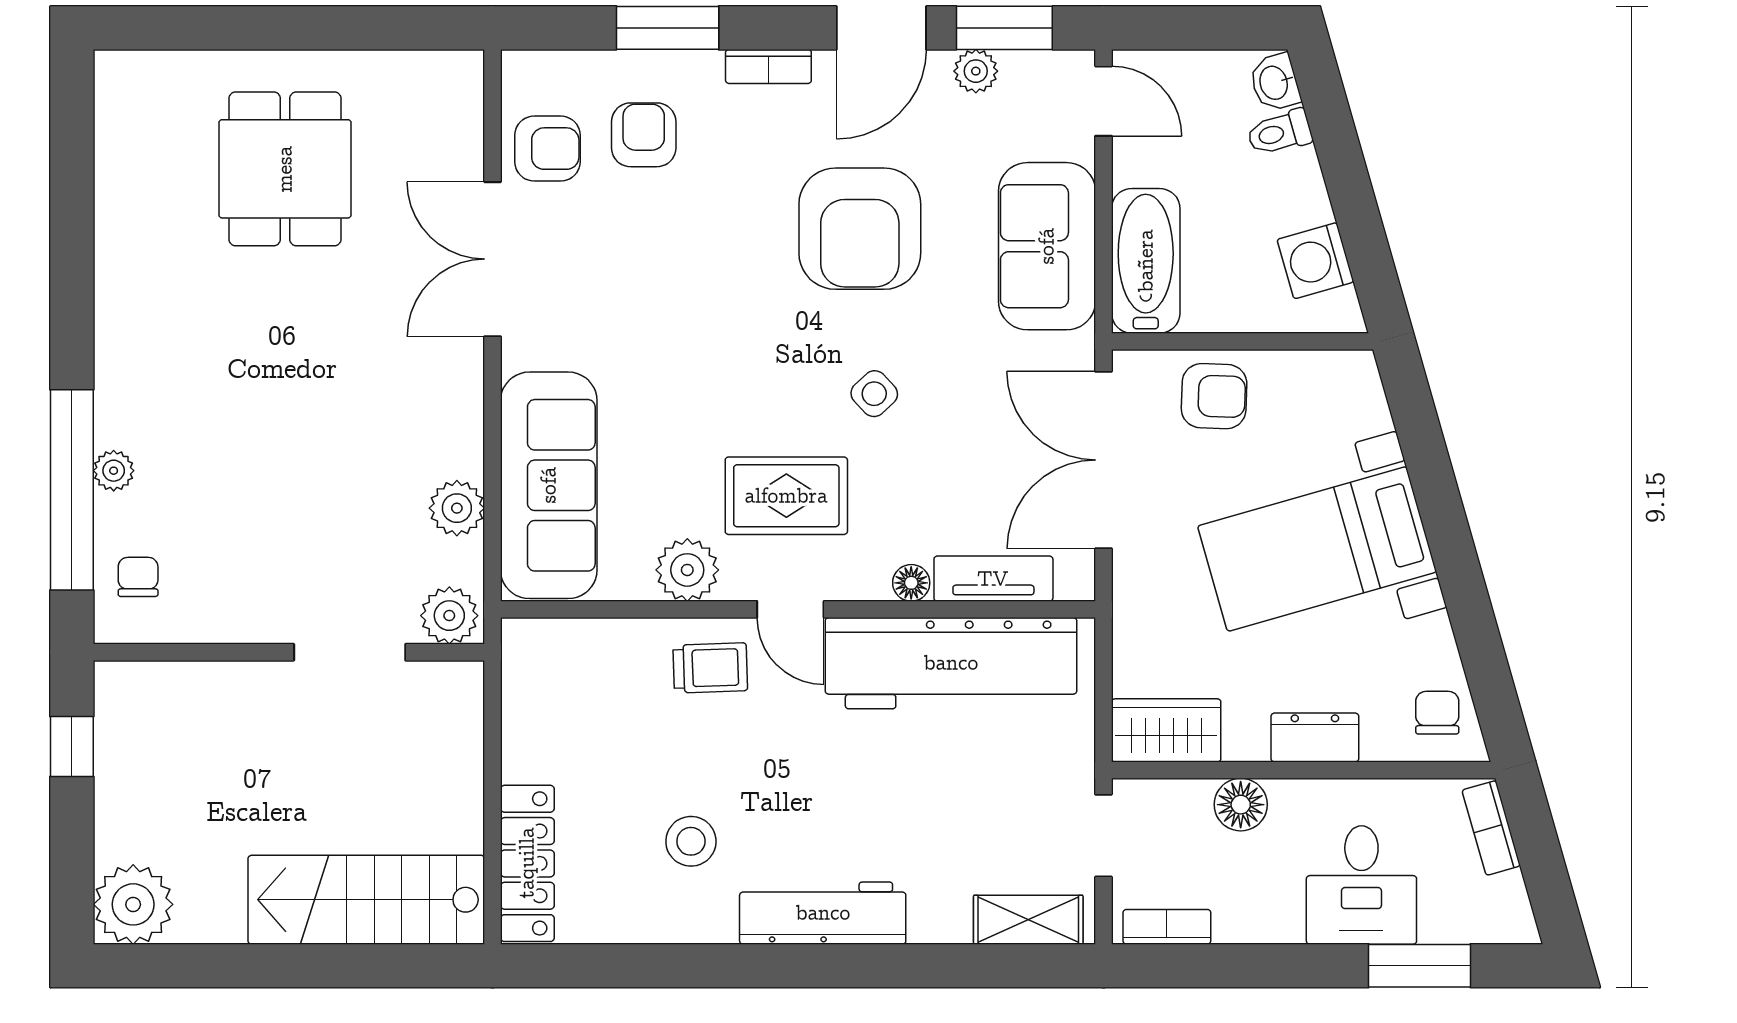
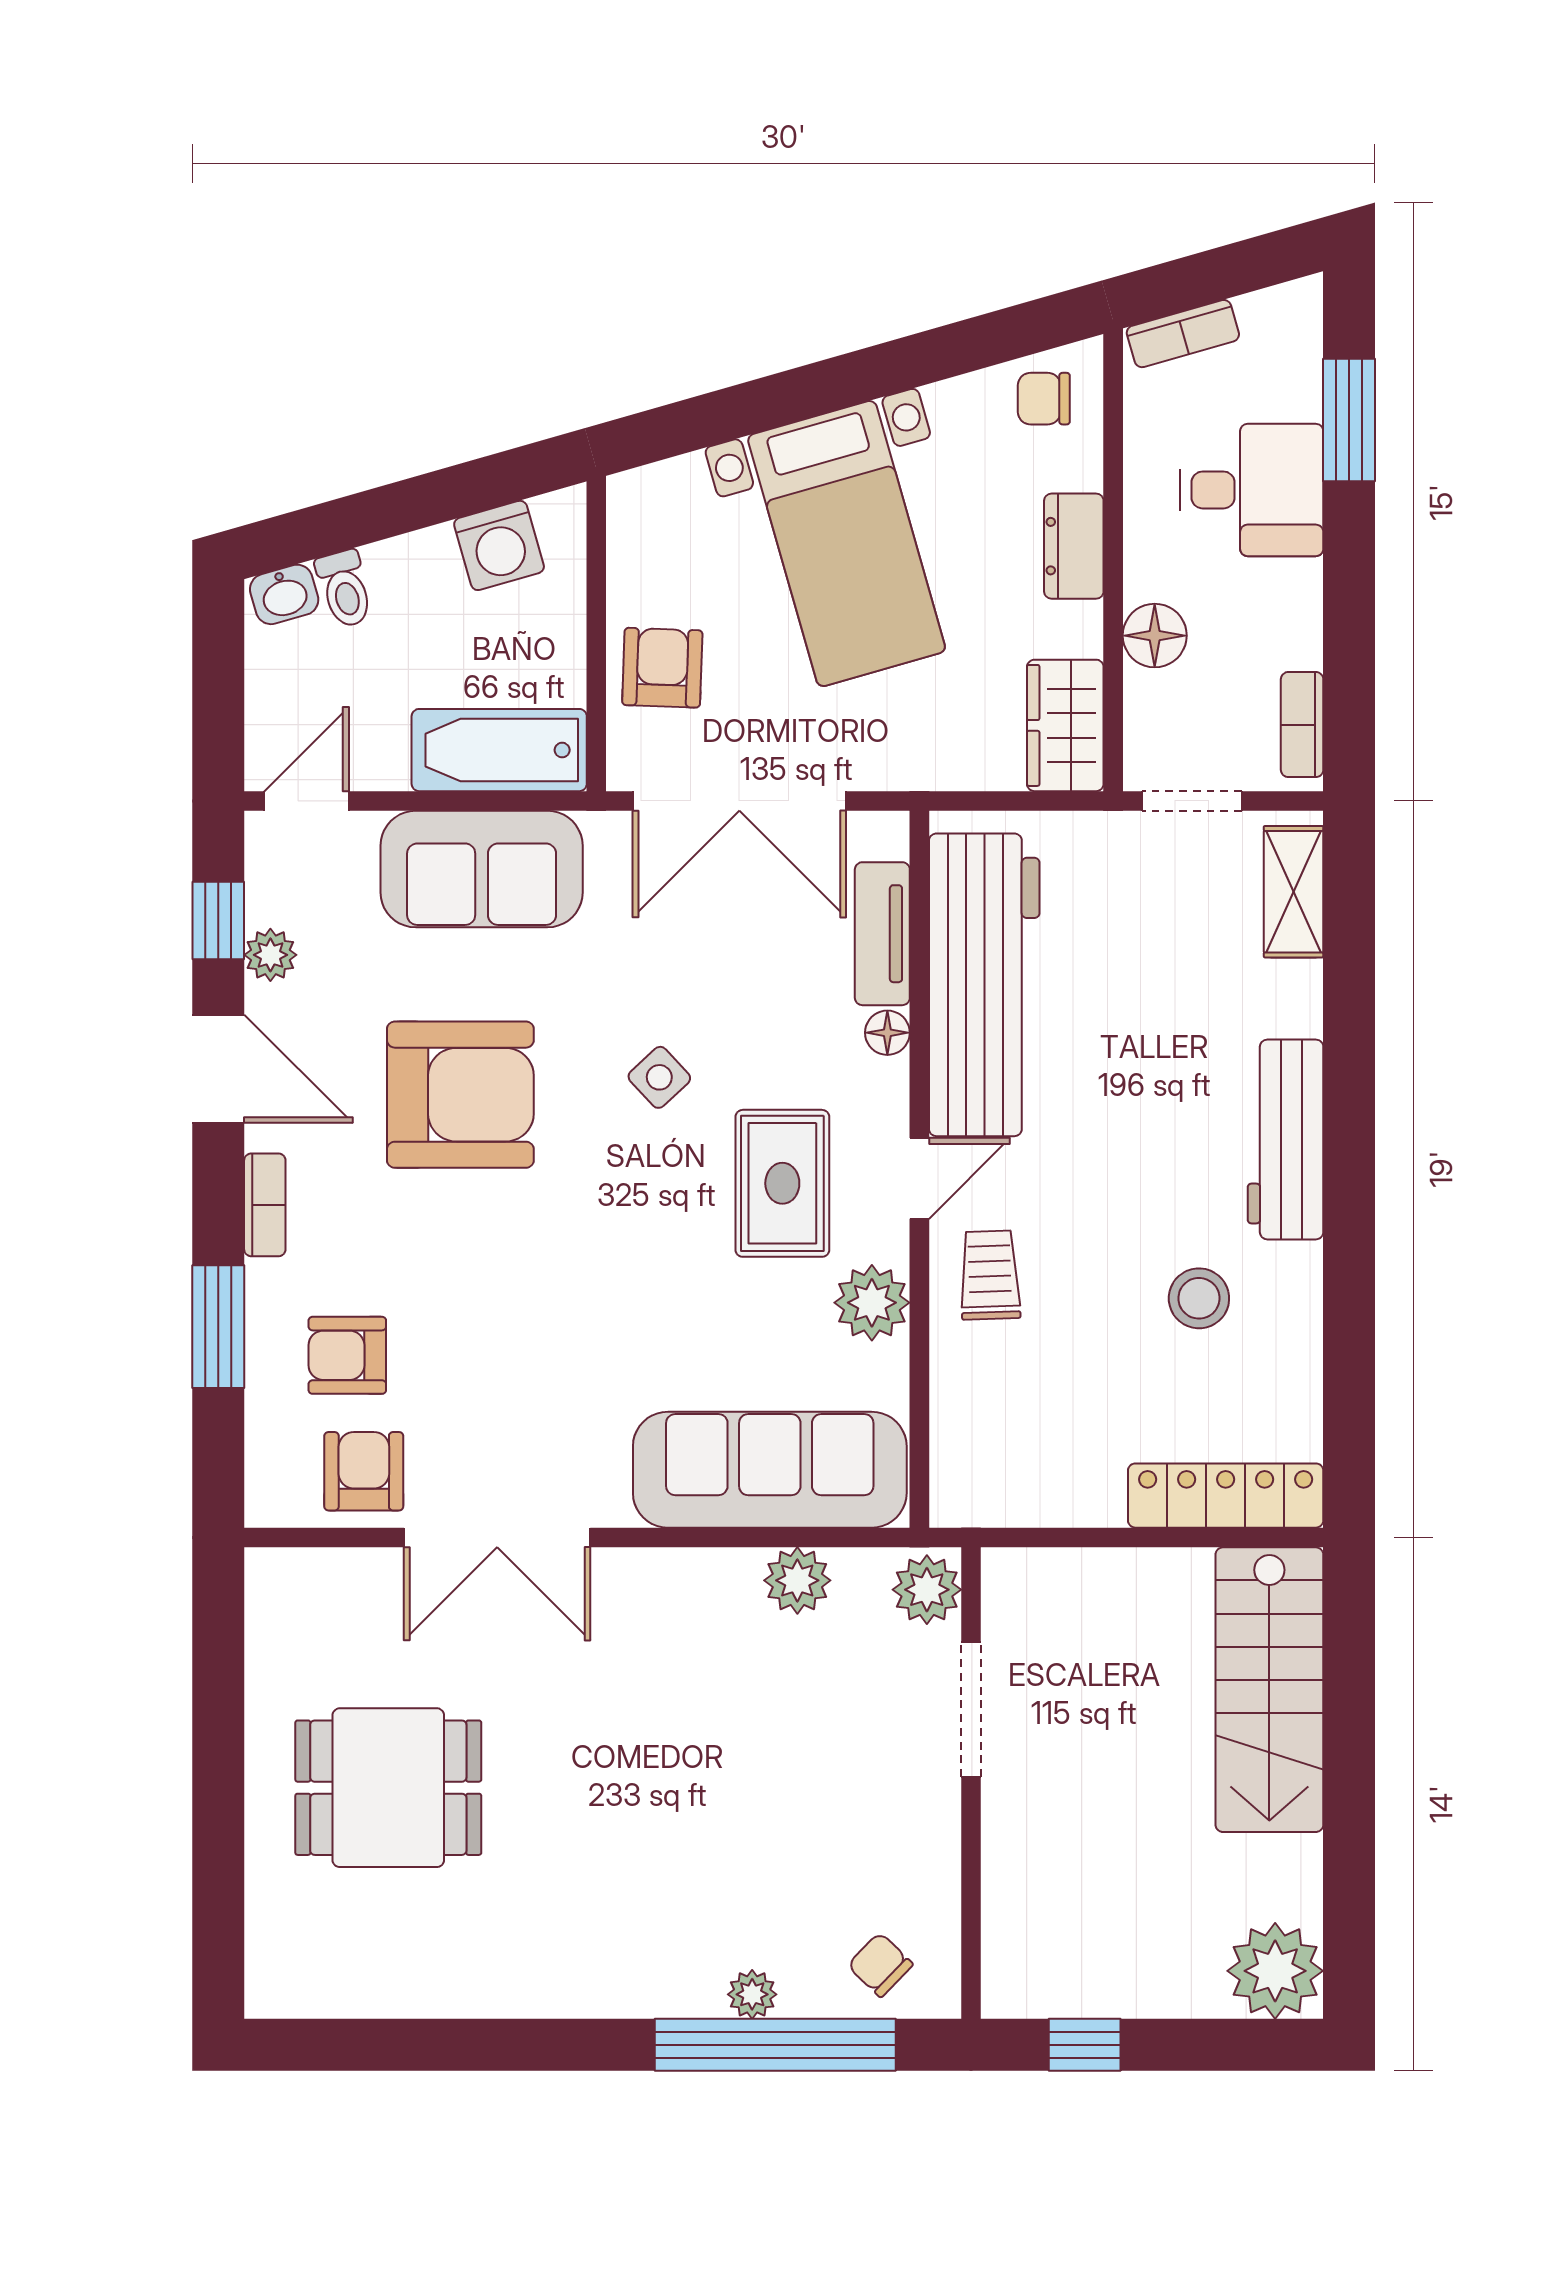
window: (1004, 28) -> (218, 921), width x0.67
chair: (138, 577) -> (880, 1965), turned 44

